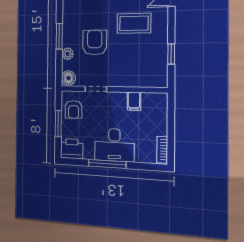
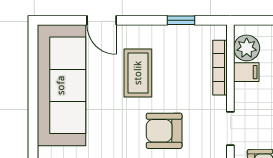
bookcase: (137, 82) -> (220, 68), added
plant: (151, 102) -> (247, 48), added

